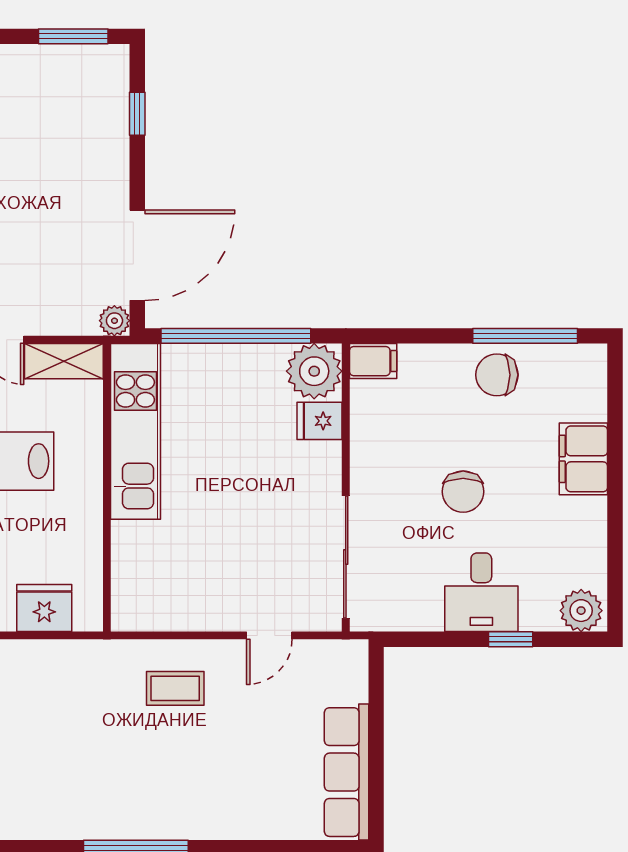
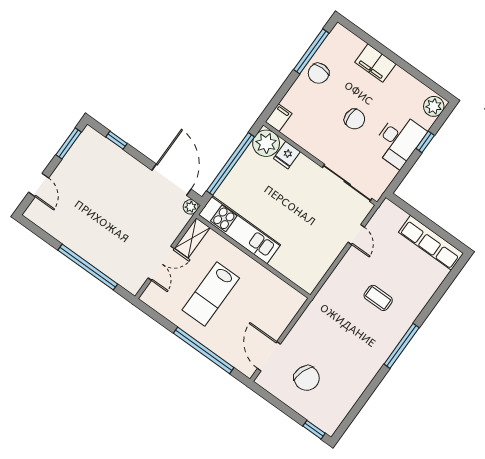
desk: (481, 592) -> (399, 140), width x1.37
fridge: (44, 608) -> (283, 314), removed
coffee table: (175, 688) -> (378, 298), moved, turned 90

